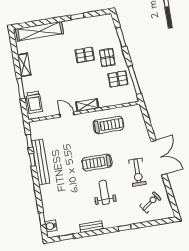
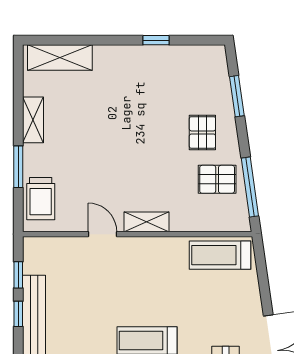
shelving: (40, 31) -> (60, 57), width x0.68
pallet: (85, 55) -> (158, 120), removed
treadmill: (108, 125) -> (220, 255), moved, turned 180

